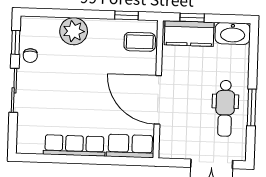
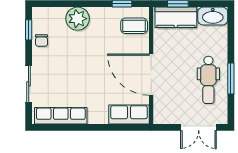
sliding door: (14, 90) -> (29, 84), moved
row of seats: (74, 146) -> (61, 116), moved

